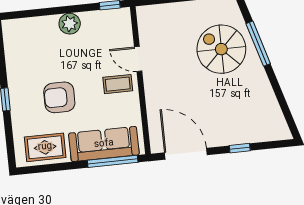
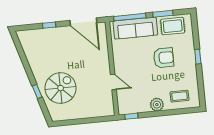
window: (258, 44) -> (37, 91), width x0.46
spiral stairs: (221, 49) -> (61, 88), turned -90
coffee table: (118, 84) -> (179, 96), moved
window: (61, 167) -> (163, 14), added

